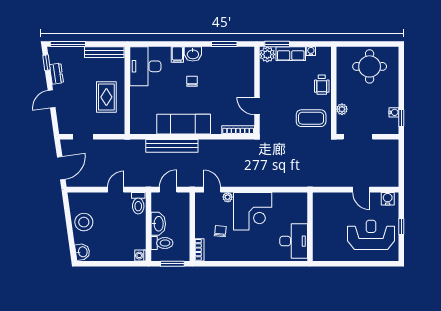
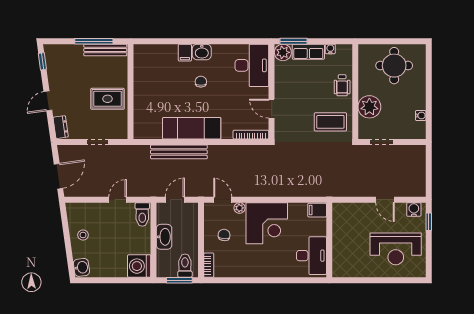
window: (68, 44) -> (94, 41), moved
window: (224, 44) -> (236, 41), removed
desk: (145, 66) -> (252, 65), moved, turned 180
dresser: (56, 74) -> (61, 127), moved
rug: (106, 97) -> (108, 99), turned 90
plant: (342, 109) -> (369, 107), width x1.88, depth x1.88
window: (401, 118) -> (429, 122), removed
doorway: (83, 137) -> (98, 142), moved
doorway: (358, 137) -> (381, 142), width x0.73
filing cabinet: (299, 199) -> (317, 210), added
stool: (84, 222) -> (83, 235), width x0.53, depth x0.53
window: (401, 227) -> (429, 222), moved
chair: (220, 231) -> (224, 235), moved
reception desk: (371, 235) -> (396, 249), turned 180
toilet: (162, 243) -> (185, 266), moved, turned -90
washing machine: (140, 256) -> (139, 266), width x1.89, depth x1.89

